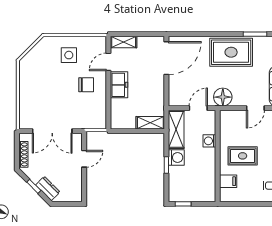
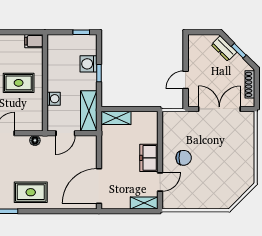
rug: (231, 52) -> (31, 192), width x0.73, depth x0.70
side table: (69, 55) -> (202, 189), removed
chair: (86, 85) -> (184, 158), turned 180
floor lamp: (223, 97) -> (35, 140), width x0.53, depth x0.53
washing machine: (176, 157) -> (88, 64), moved
filing cabinet: (228, 181) -> (34, 41), moved

